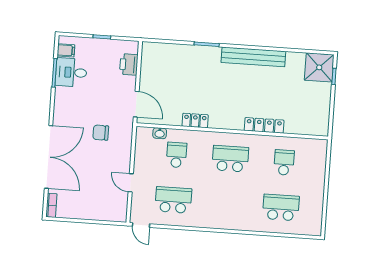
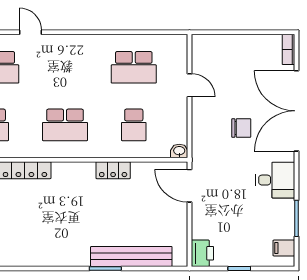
bench: (253, 57) -> (131, 256), moved
printer: (129, 64) -> (202, 253), moved
desk: (71, 72) -> (275, 180), moved
chair: (101, 133) -> (241, 128), moved
washbasin: (160, 133) -> (179, 151), moved
door: (141, 225) -> (31, 32), moved

